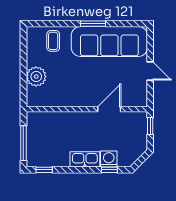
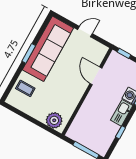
plant: (36, 76) -> (54, 120), moved
window: (44, 170) -> (121, 132), moved

